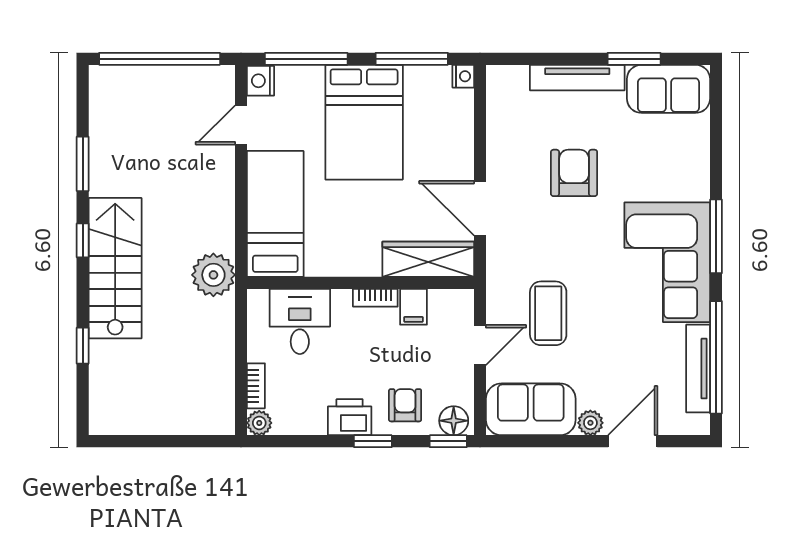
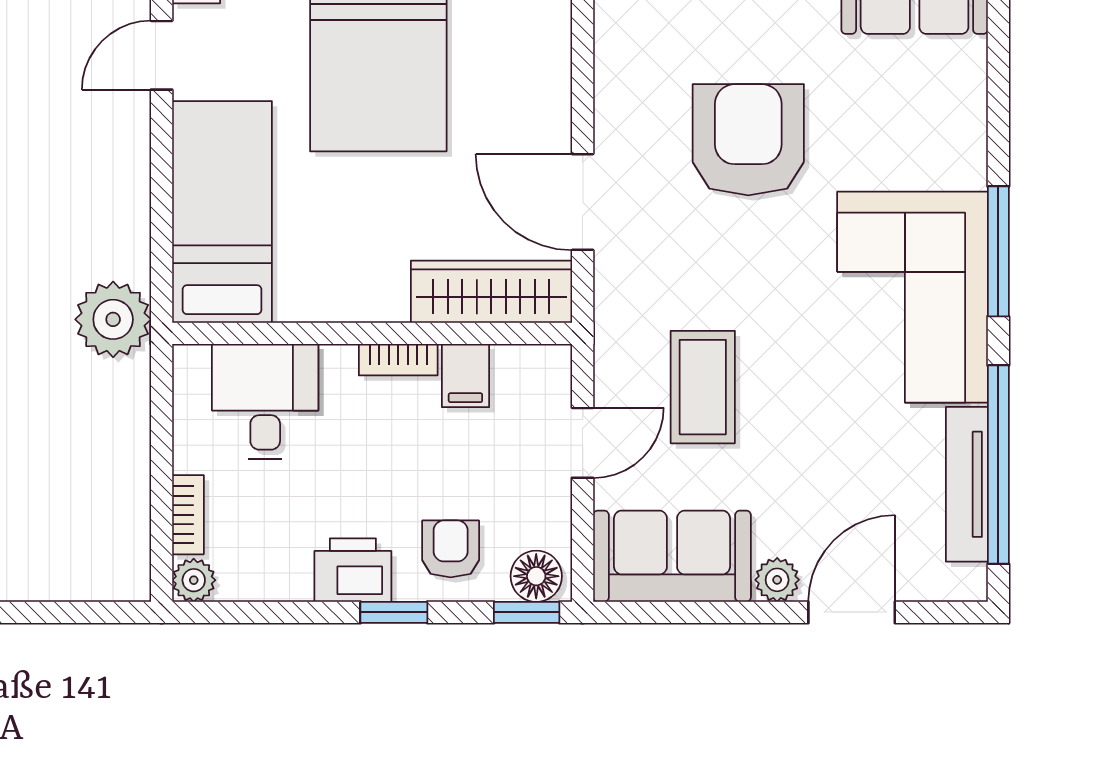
armchair: (574, 173) -> (748, 140), width x1.36, depth x1.36

